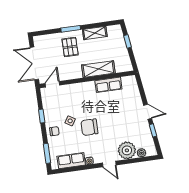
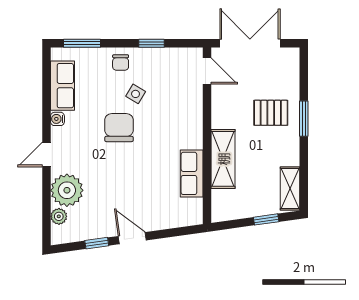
shelving: (95, 33) -> (290, 189), moved
door: (148, 112) -> (132, 238), swing flipped

